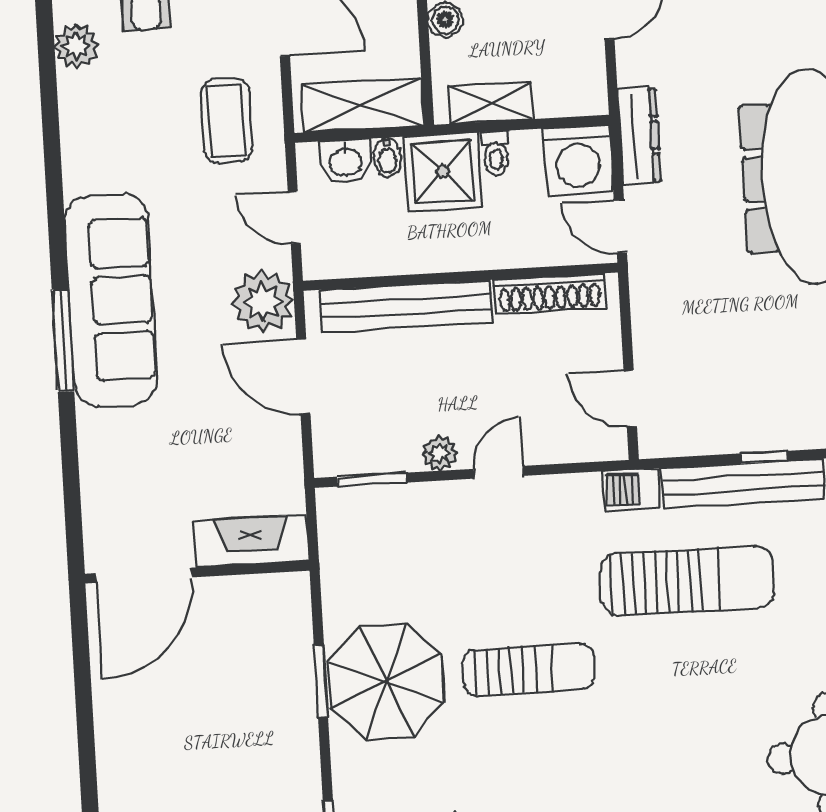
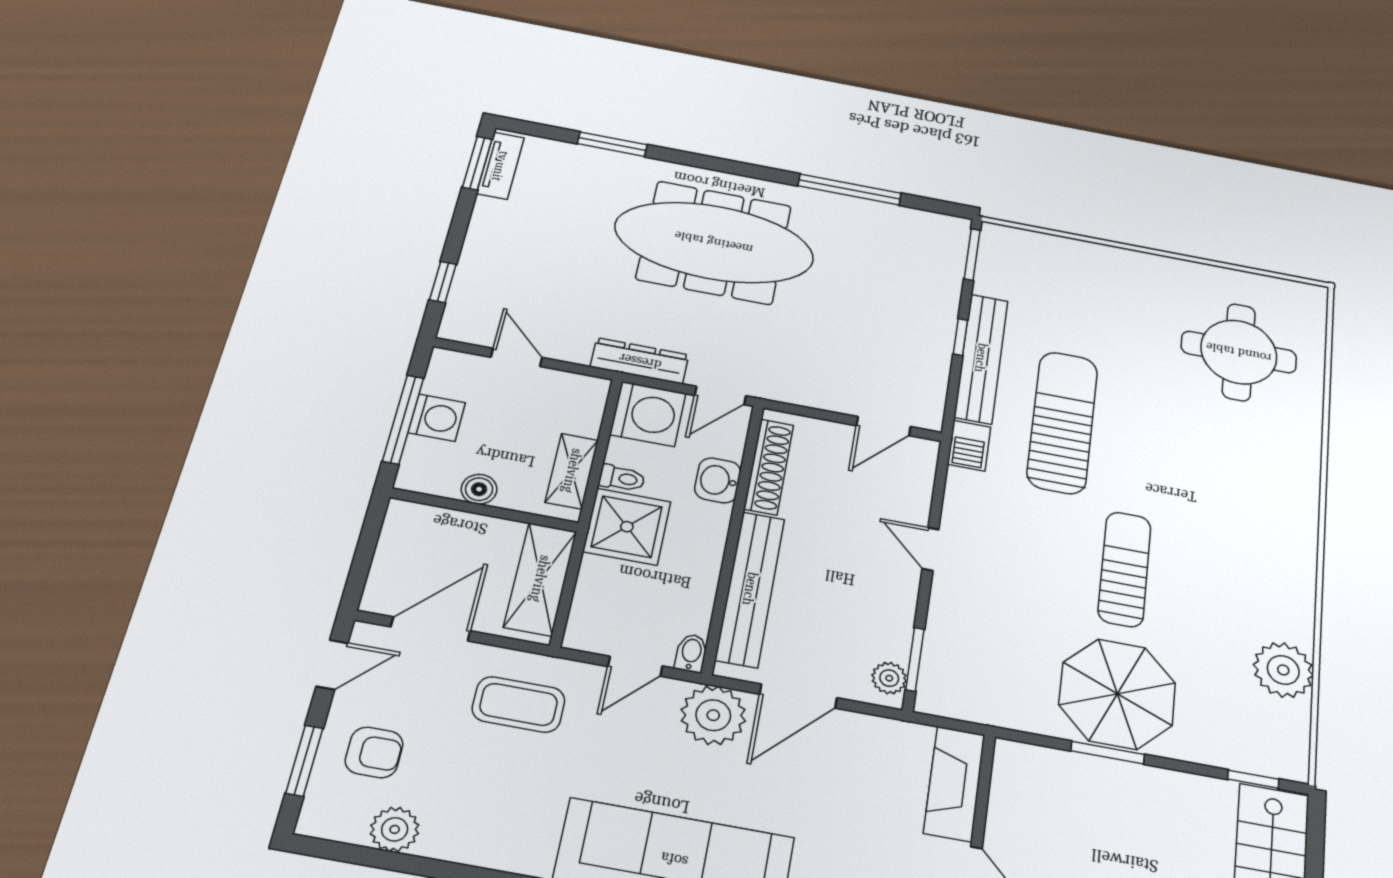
bidet: (387, 157) -> (691, 653), moved, turned -90
washbasin: (346, 161) -> (718, 480), moved, turned 180
plant: (440, 453) -> (889, 678), moved

